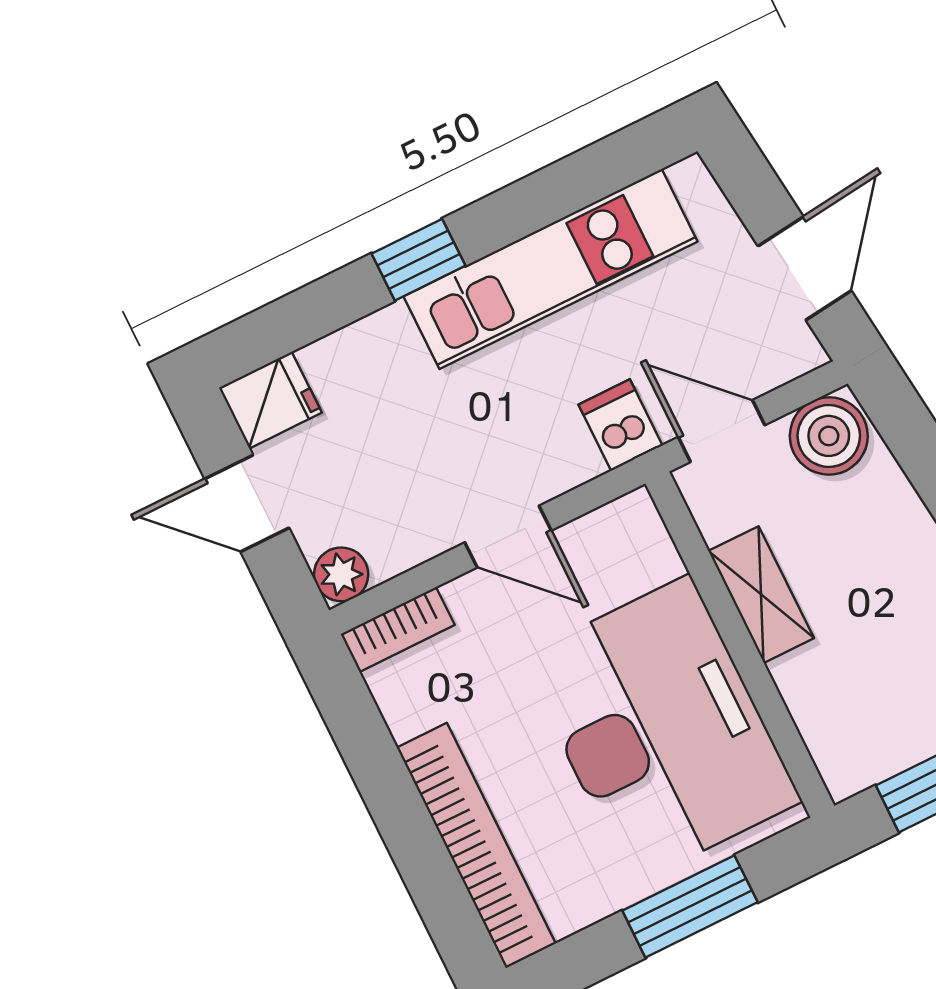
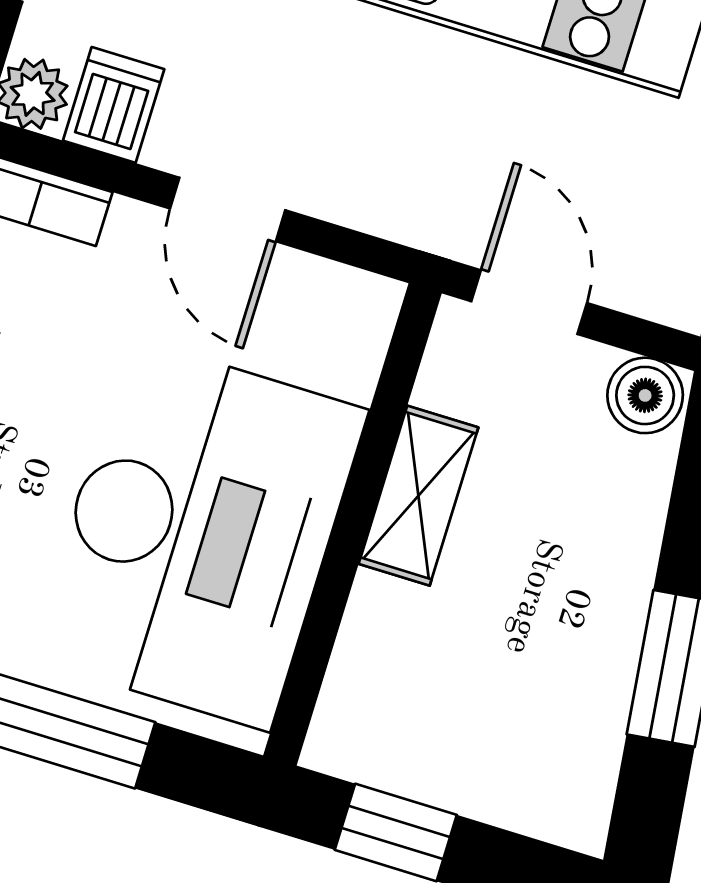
dishwasher: (621, 425) -> (114, 105), moved
boiler: (829, 436) -> (645, 395), width x0.73, depth x0.73

